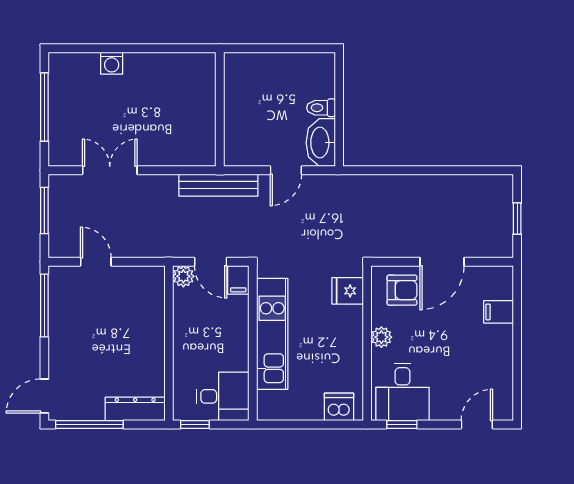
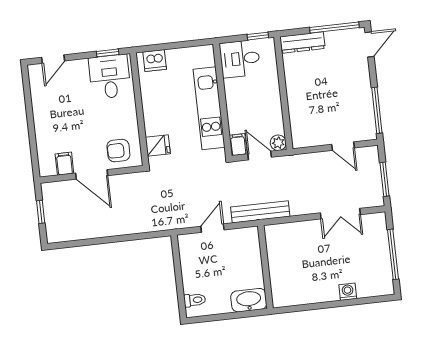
toilet: (321, 108) -> (195, 300), moved
washbasin: (321, 143) -> (249, 300), moved, turned -90
door: (442, 262) -> (92, 174), swing flipped
filing cabinet: (498, 312) -> (64, 164), moved, turned -90
plant: (381, 337) -> (130, 115), removed

